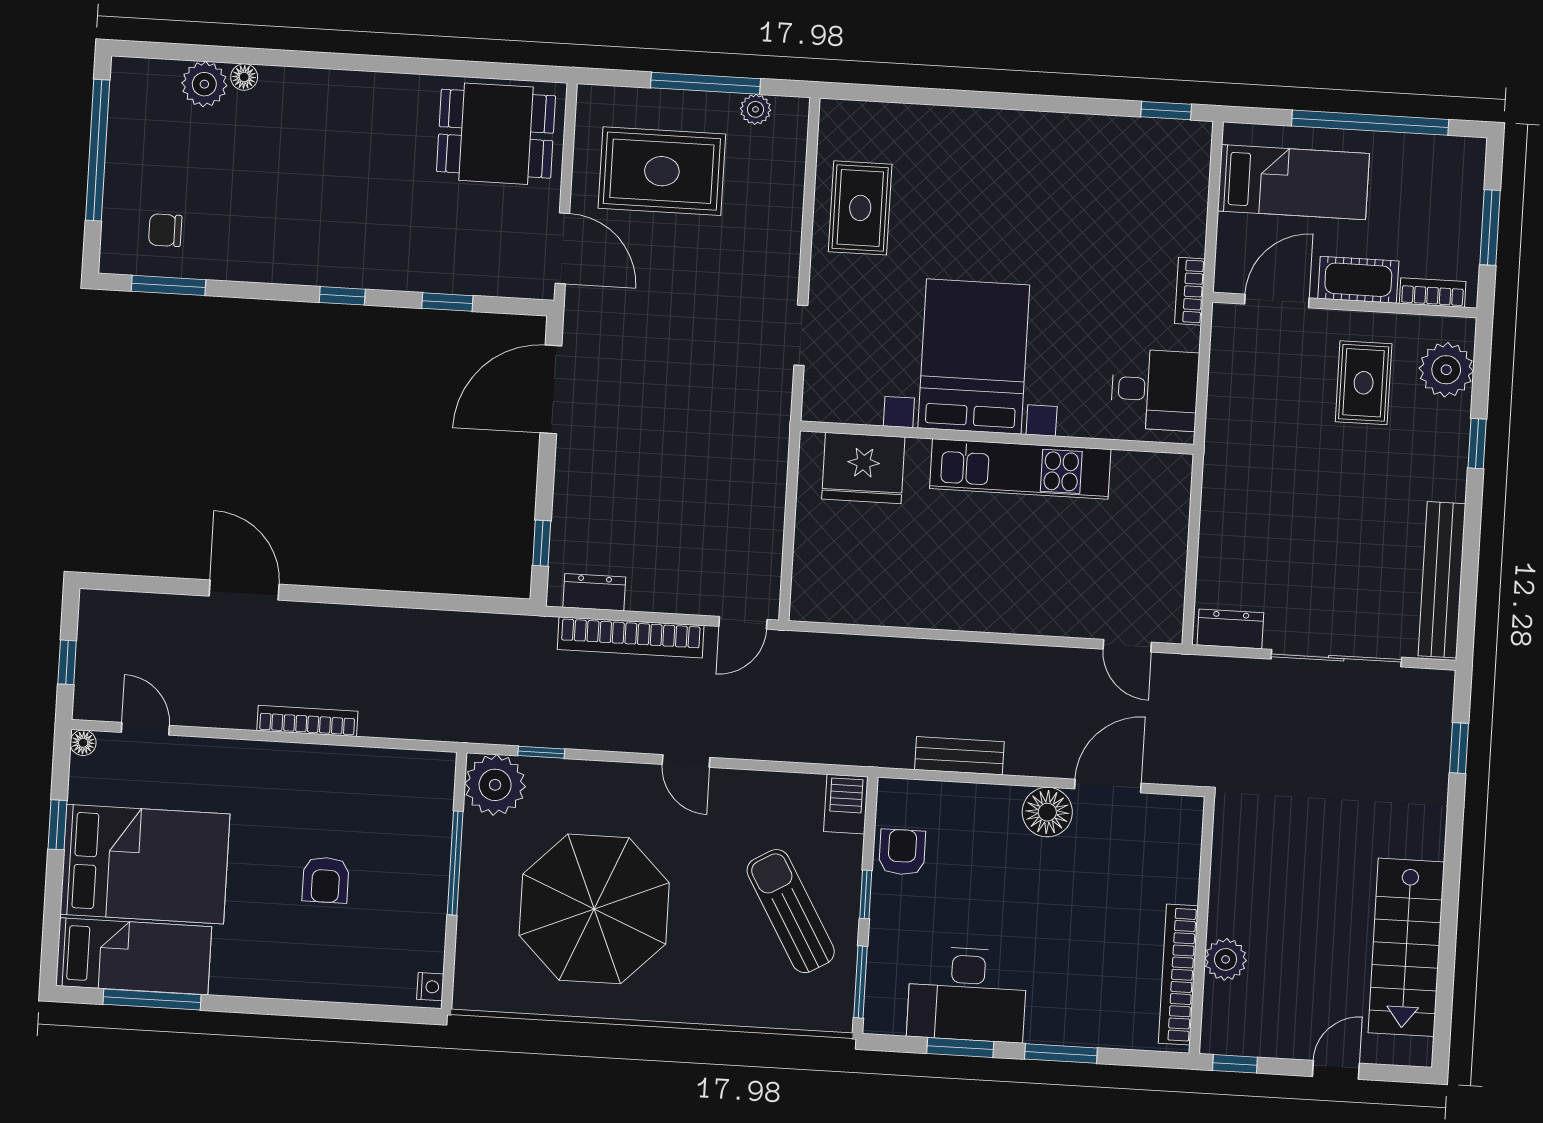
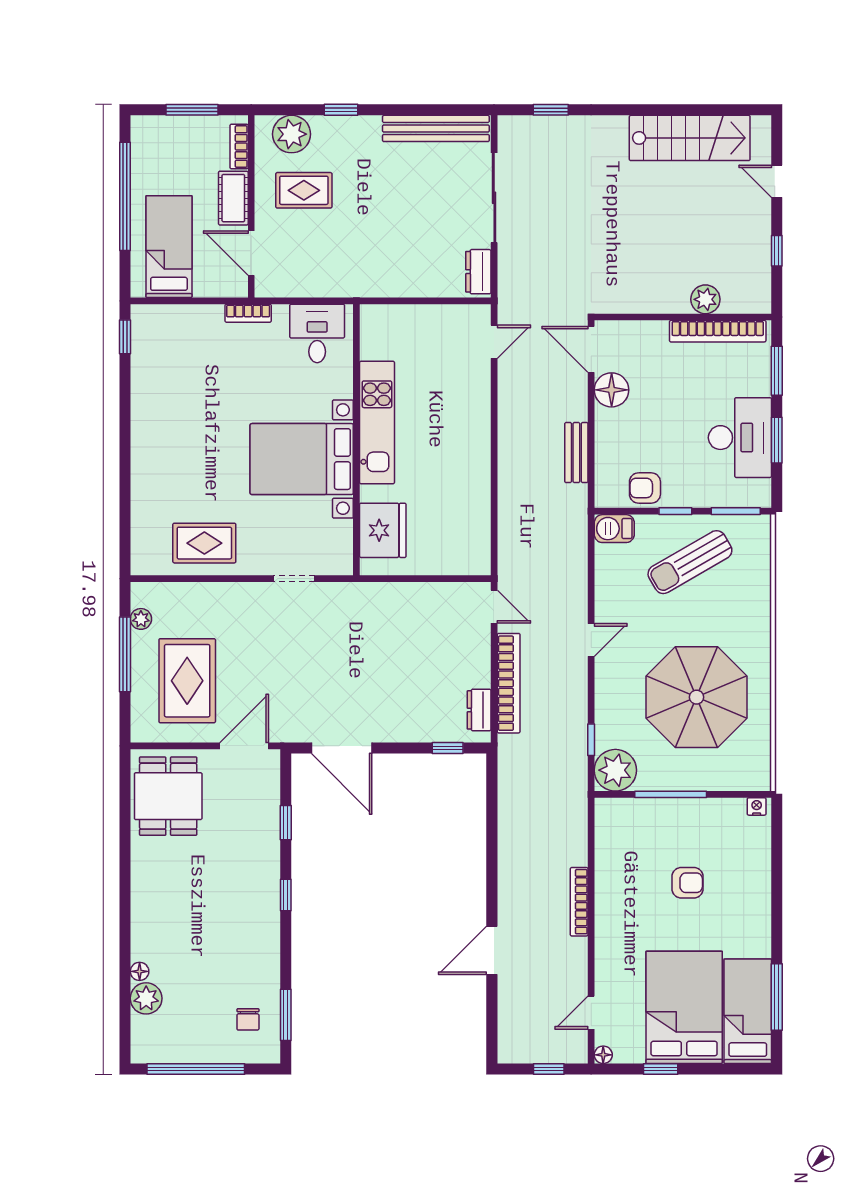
wall: (1202, 925) -> (683, 317), moved
plant: (1226, 959) -> (705, 299), moved
bookcase: (1178, 975) -> (718, 331), moved

